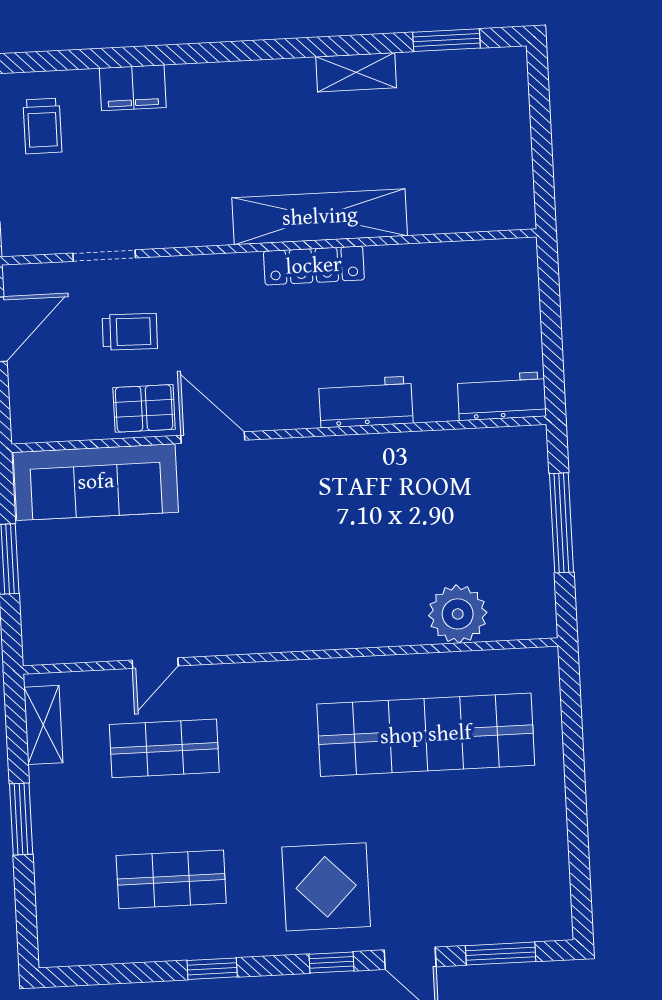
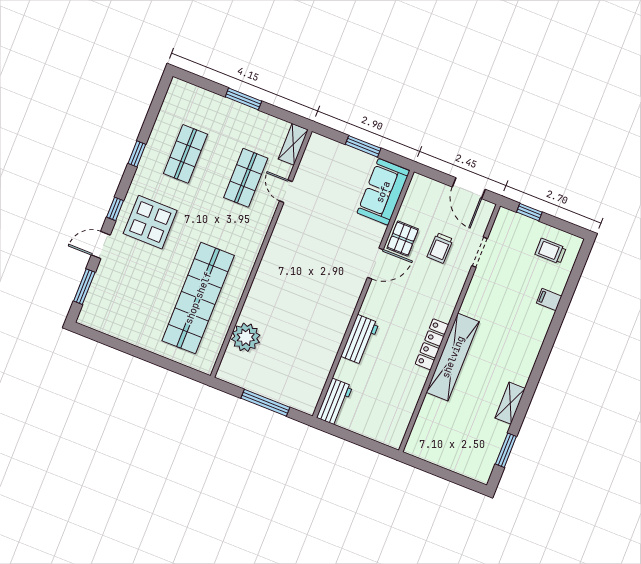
filing cabinet: (133, 88) -> (549, 300), width x0.50
sofa: (96, 482) -> (383, 192), width x0.73
shelving: (43, 725) -> (293, 144), moved, turned 90

